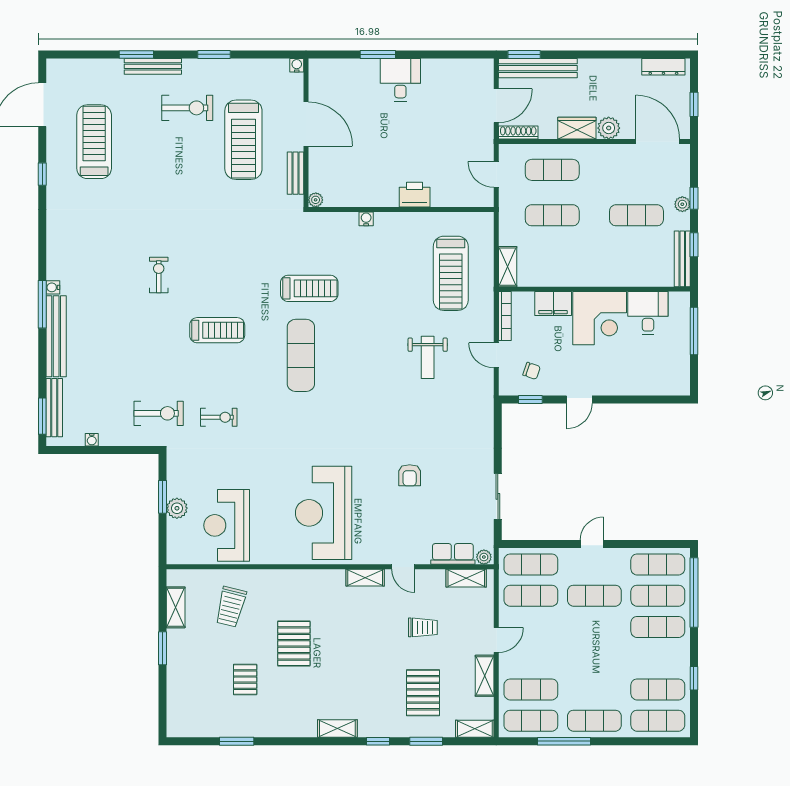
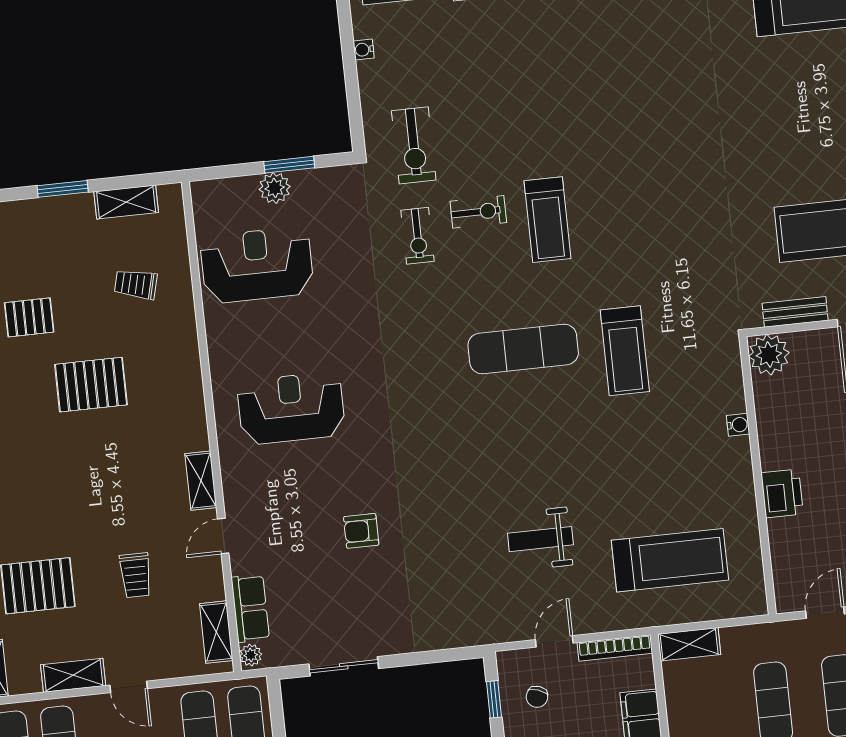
plant: (316, 200) -> (769, 355), width x1.88, depth x1.88
treadmill: (451, 273) -> (670, 560), turned 180
exercise bike: (159, 275) -> (478, 212), moved
reception desk: (324, 513) -> (291, 408), width x0.74, depth x0.77
trolley: (231, 607) -> (136, 284), width x0.73, depth x0.72

